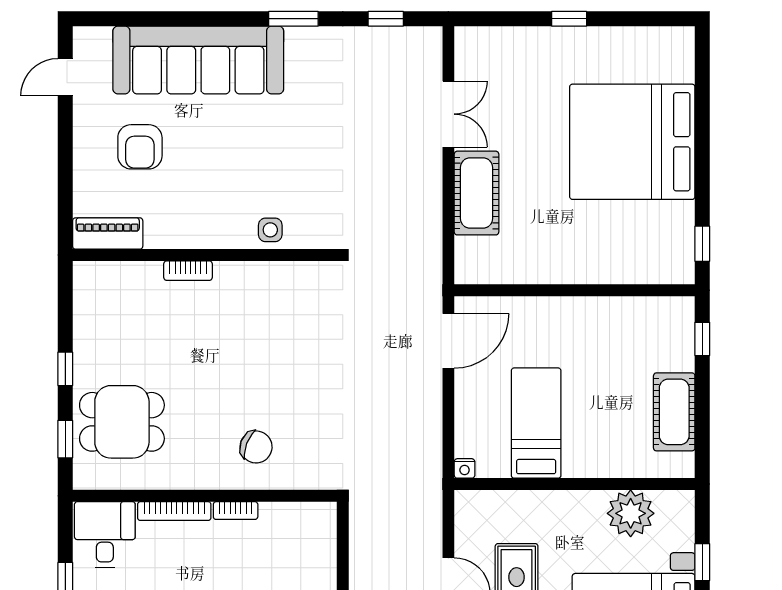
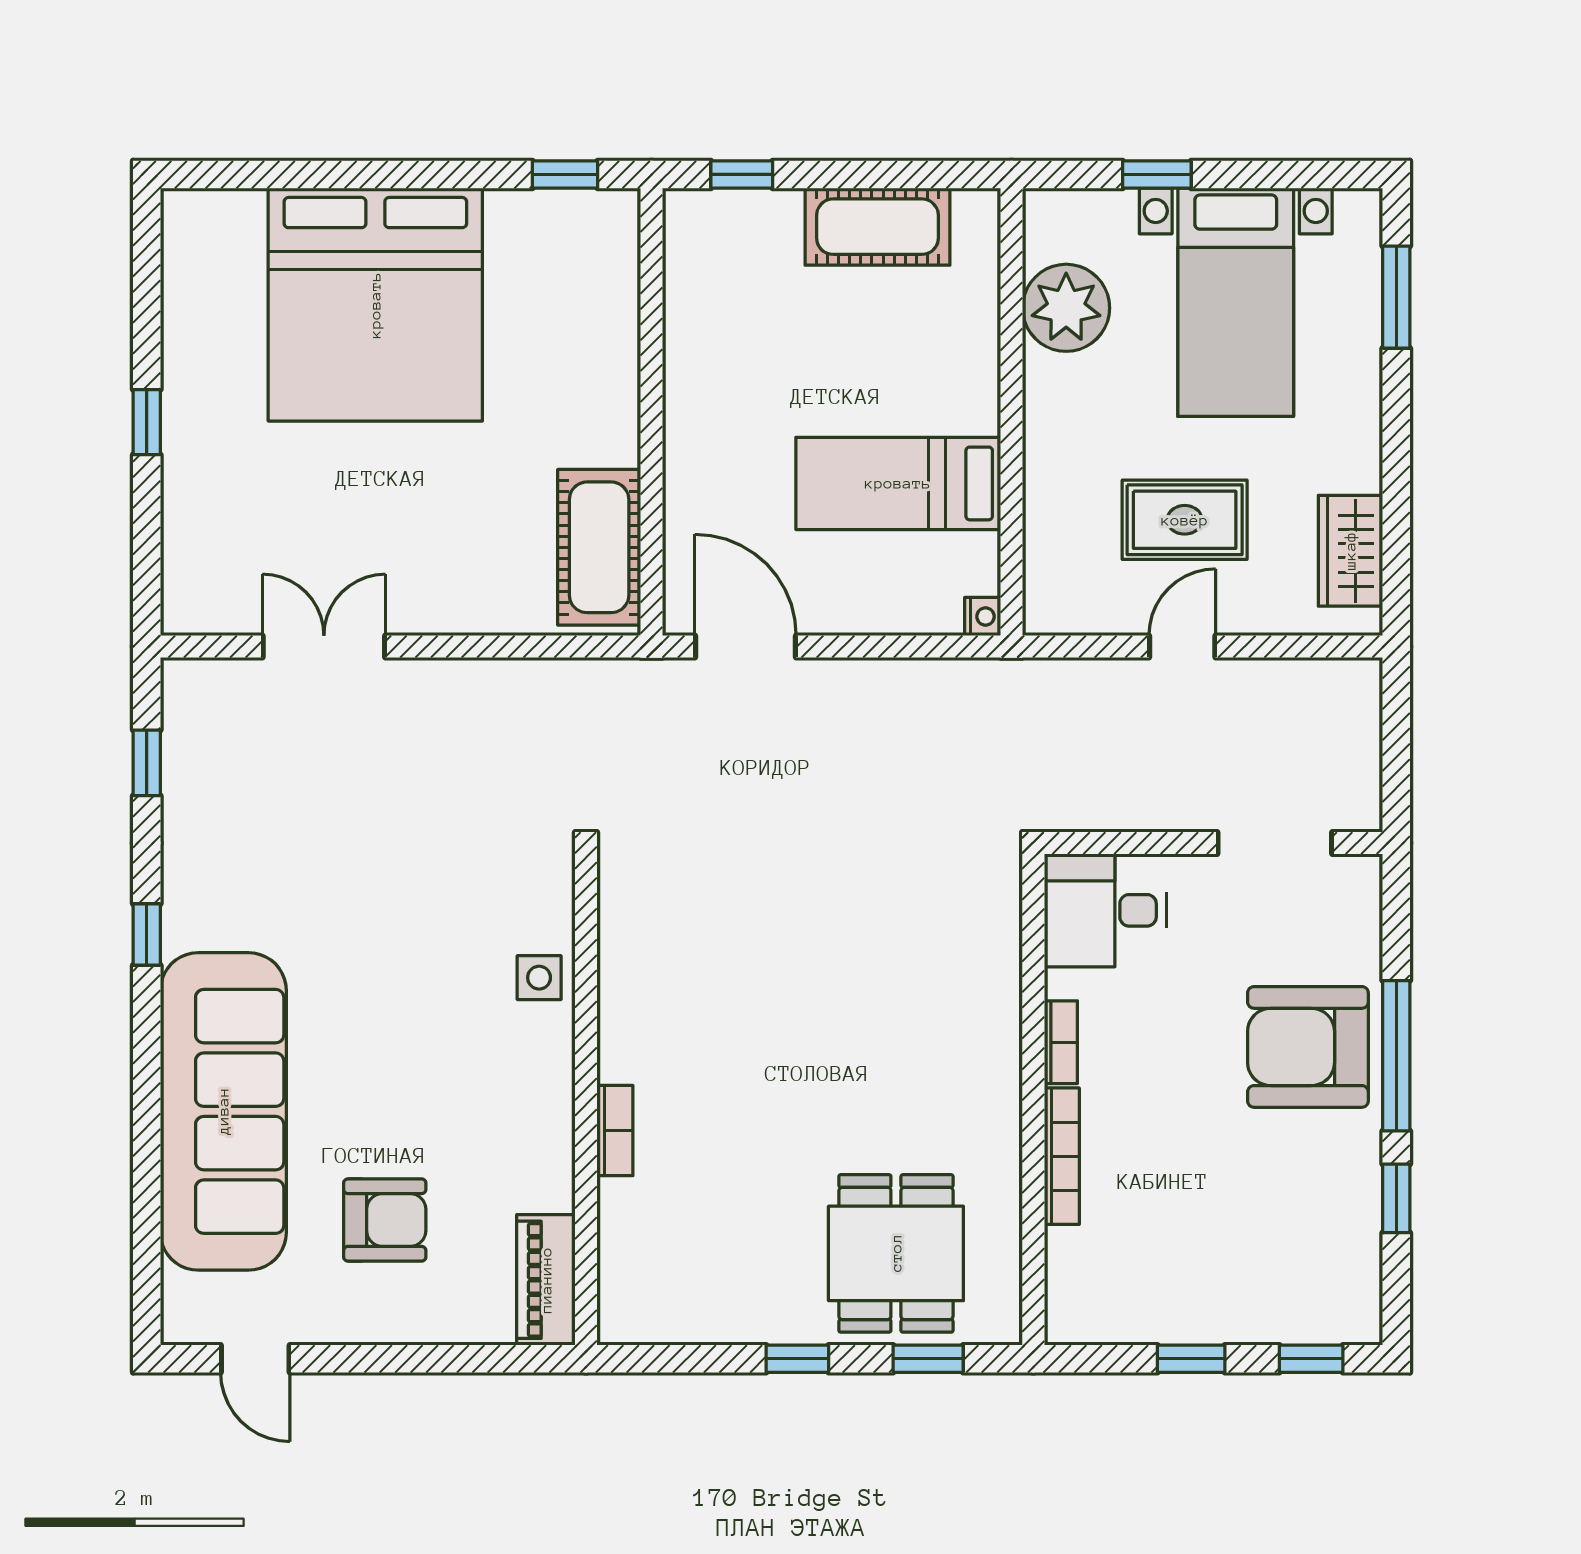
window: (293, 19) -> (147, 935), width x0.67
cot: (477, 193) -> (599, 547), moved, turned 90
chair: (256, 447) -> (943, 1004), removed
desk: (105, 534) -> (1105, 910), moved

